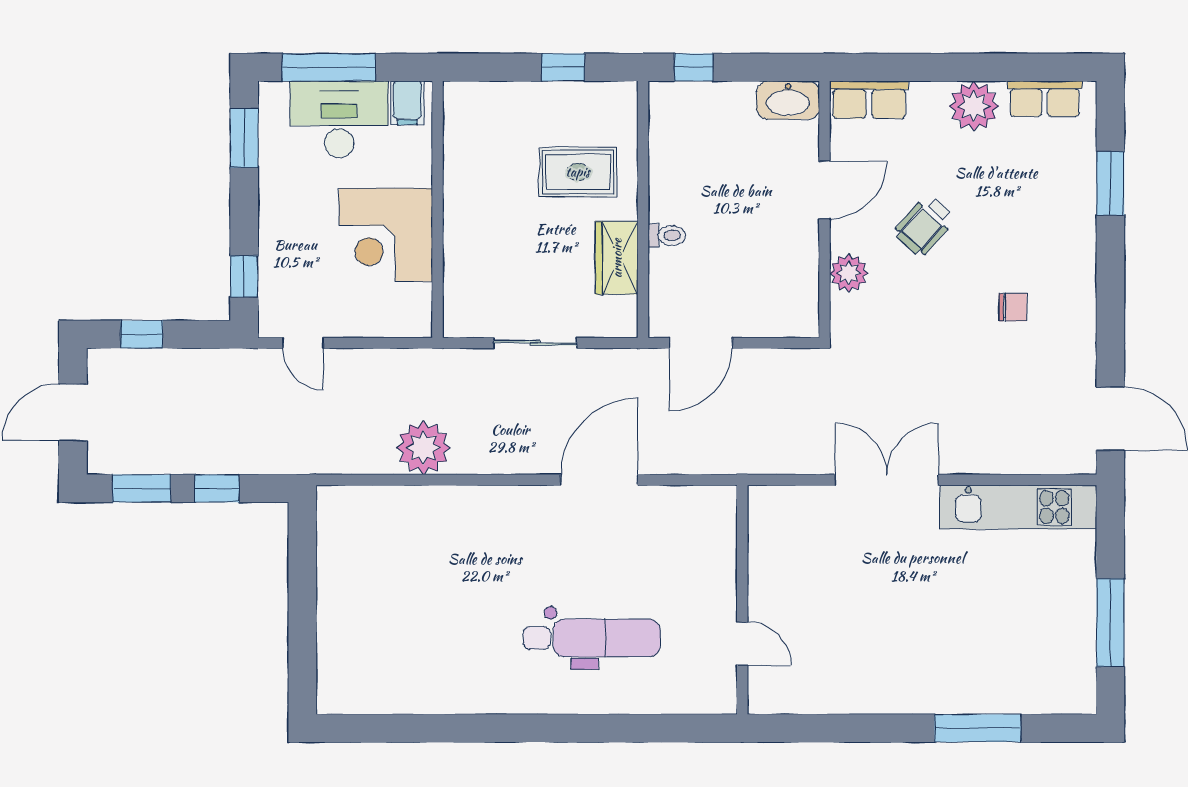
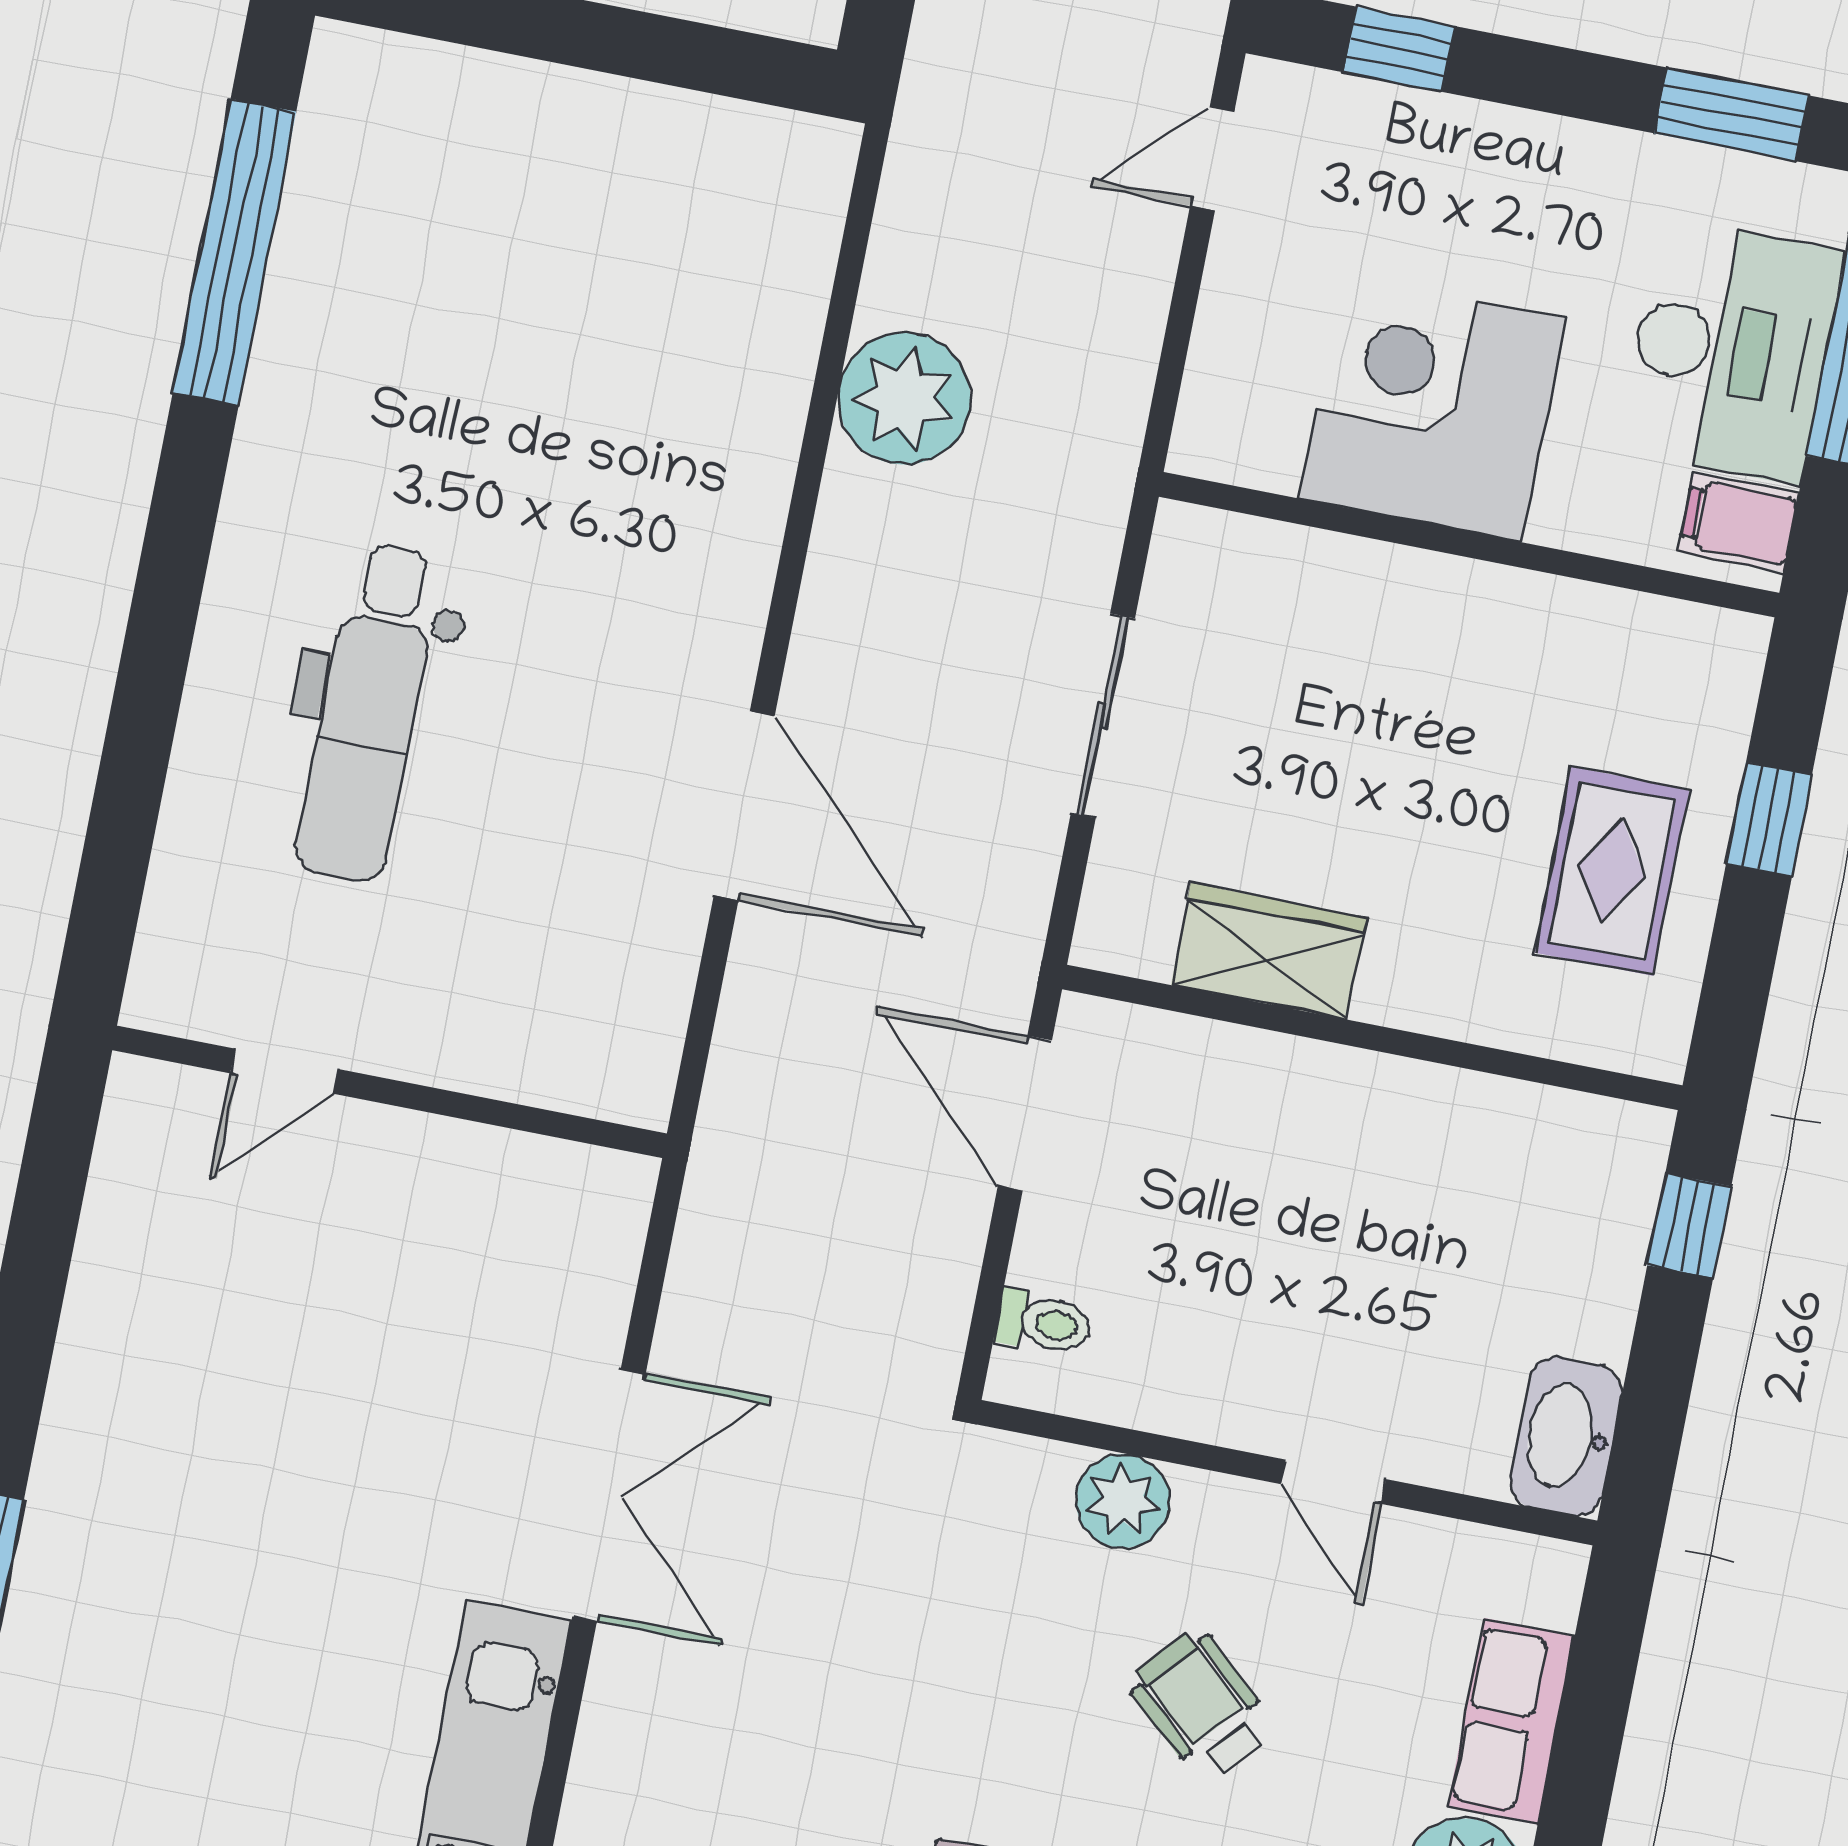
window: (563, 67) -> (1769, 819), moved
row of seats: (869, 100) -> (1511, 1721), moved
rug: (578, 172) -> (1612, 871), moved
door: (824, 190) -> (1333, 1482), width x0.73
toilet: (667, 235) -> (1044, 1322), moved, turned -90
window: (417, 728) -> (235, 252), added

